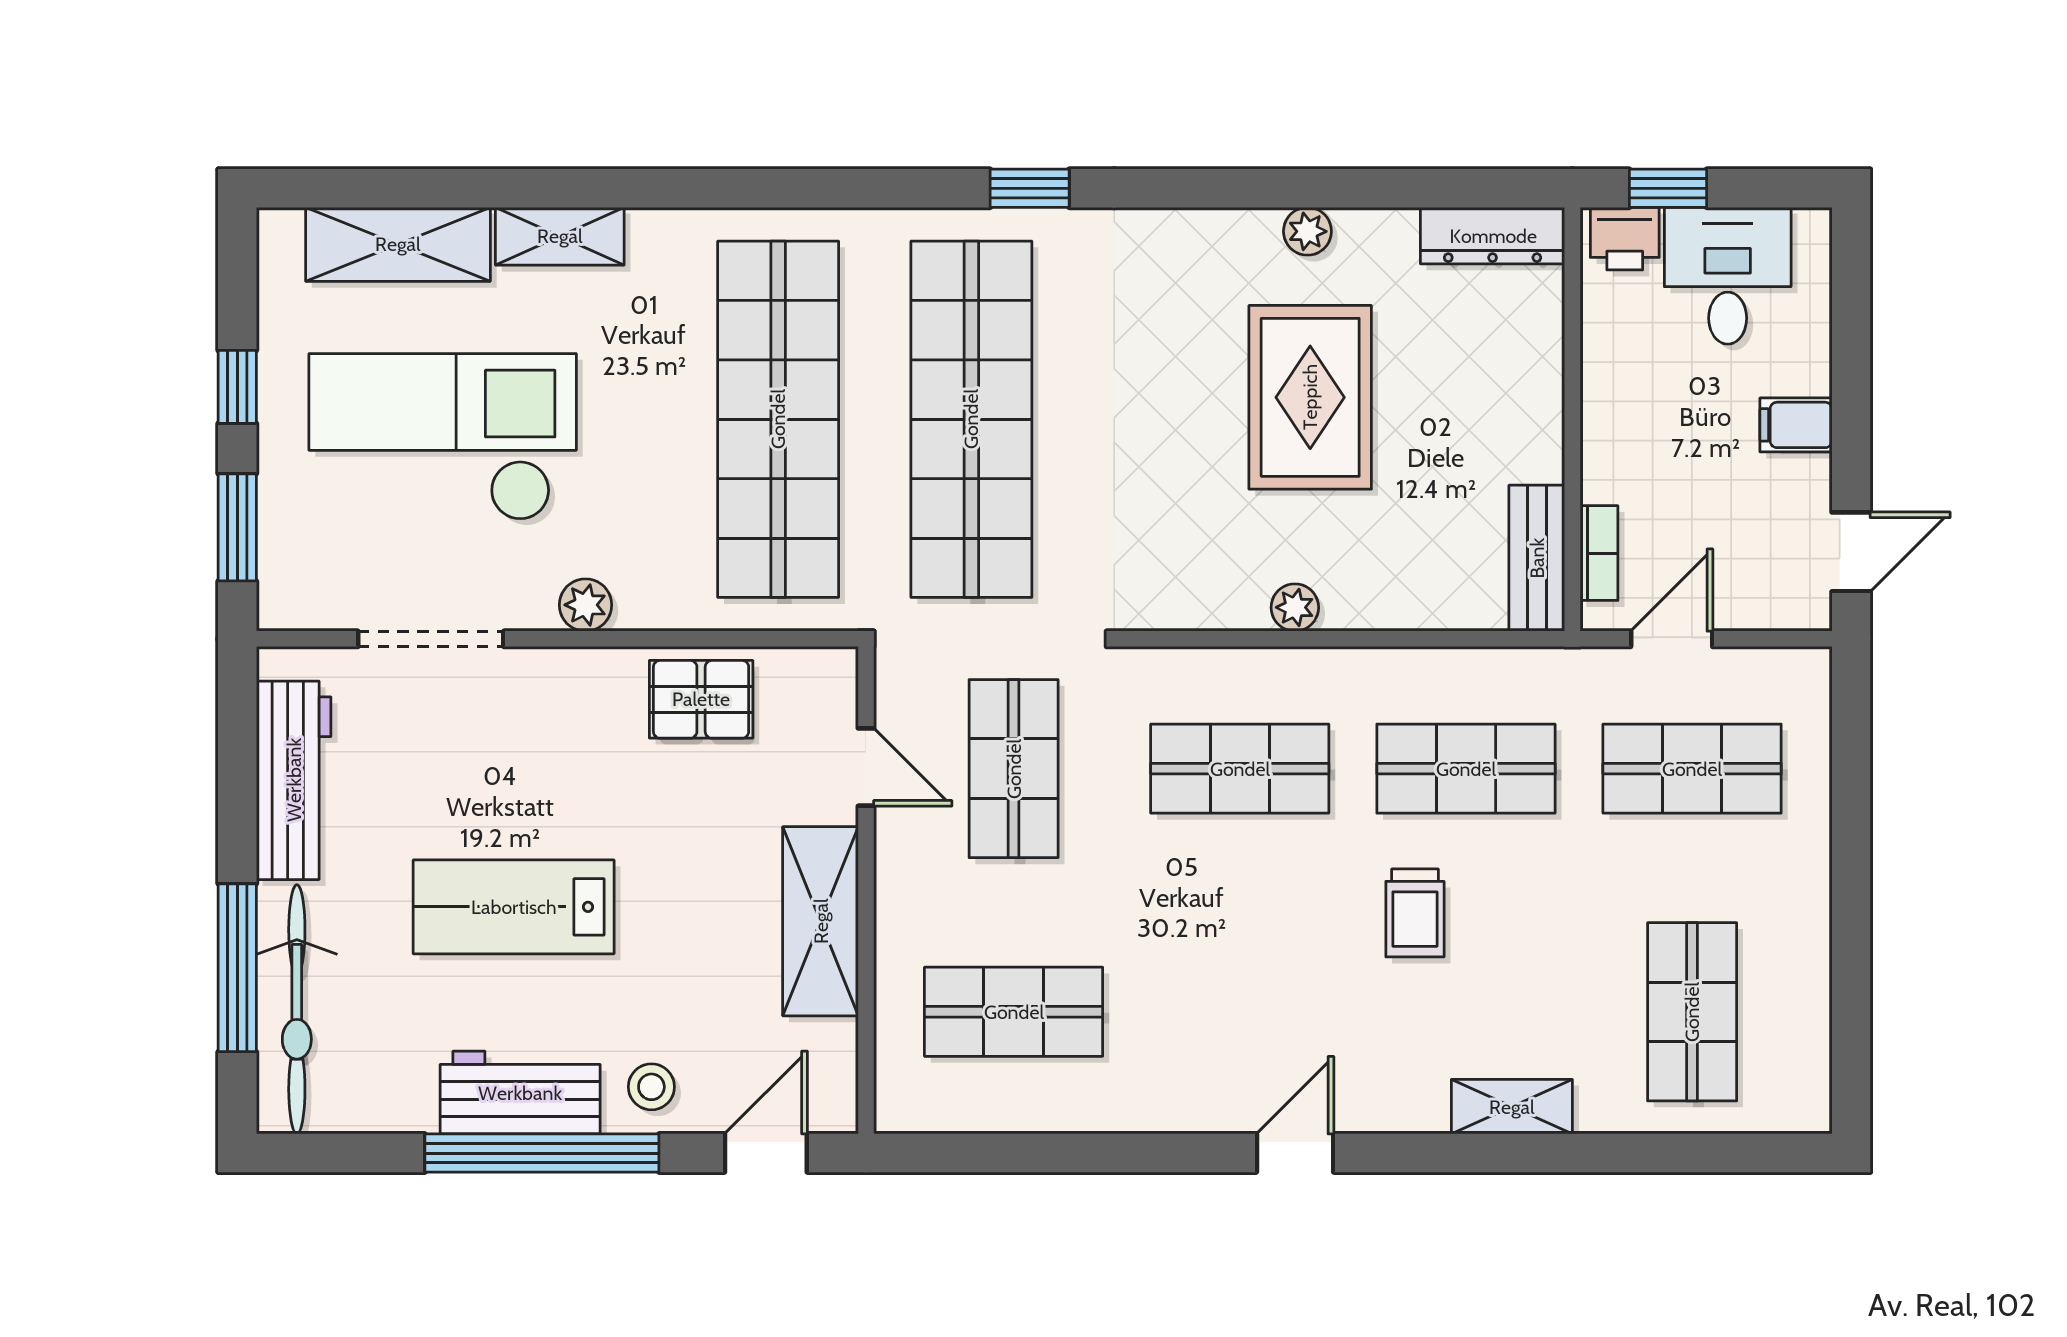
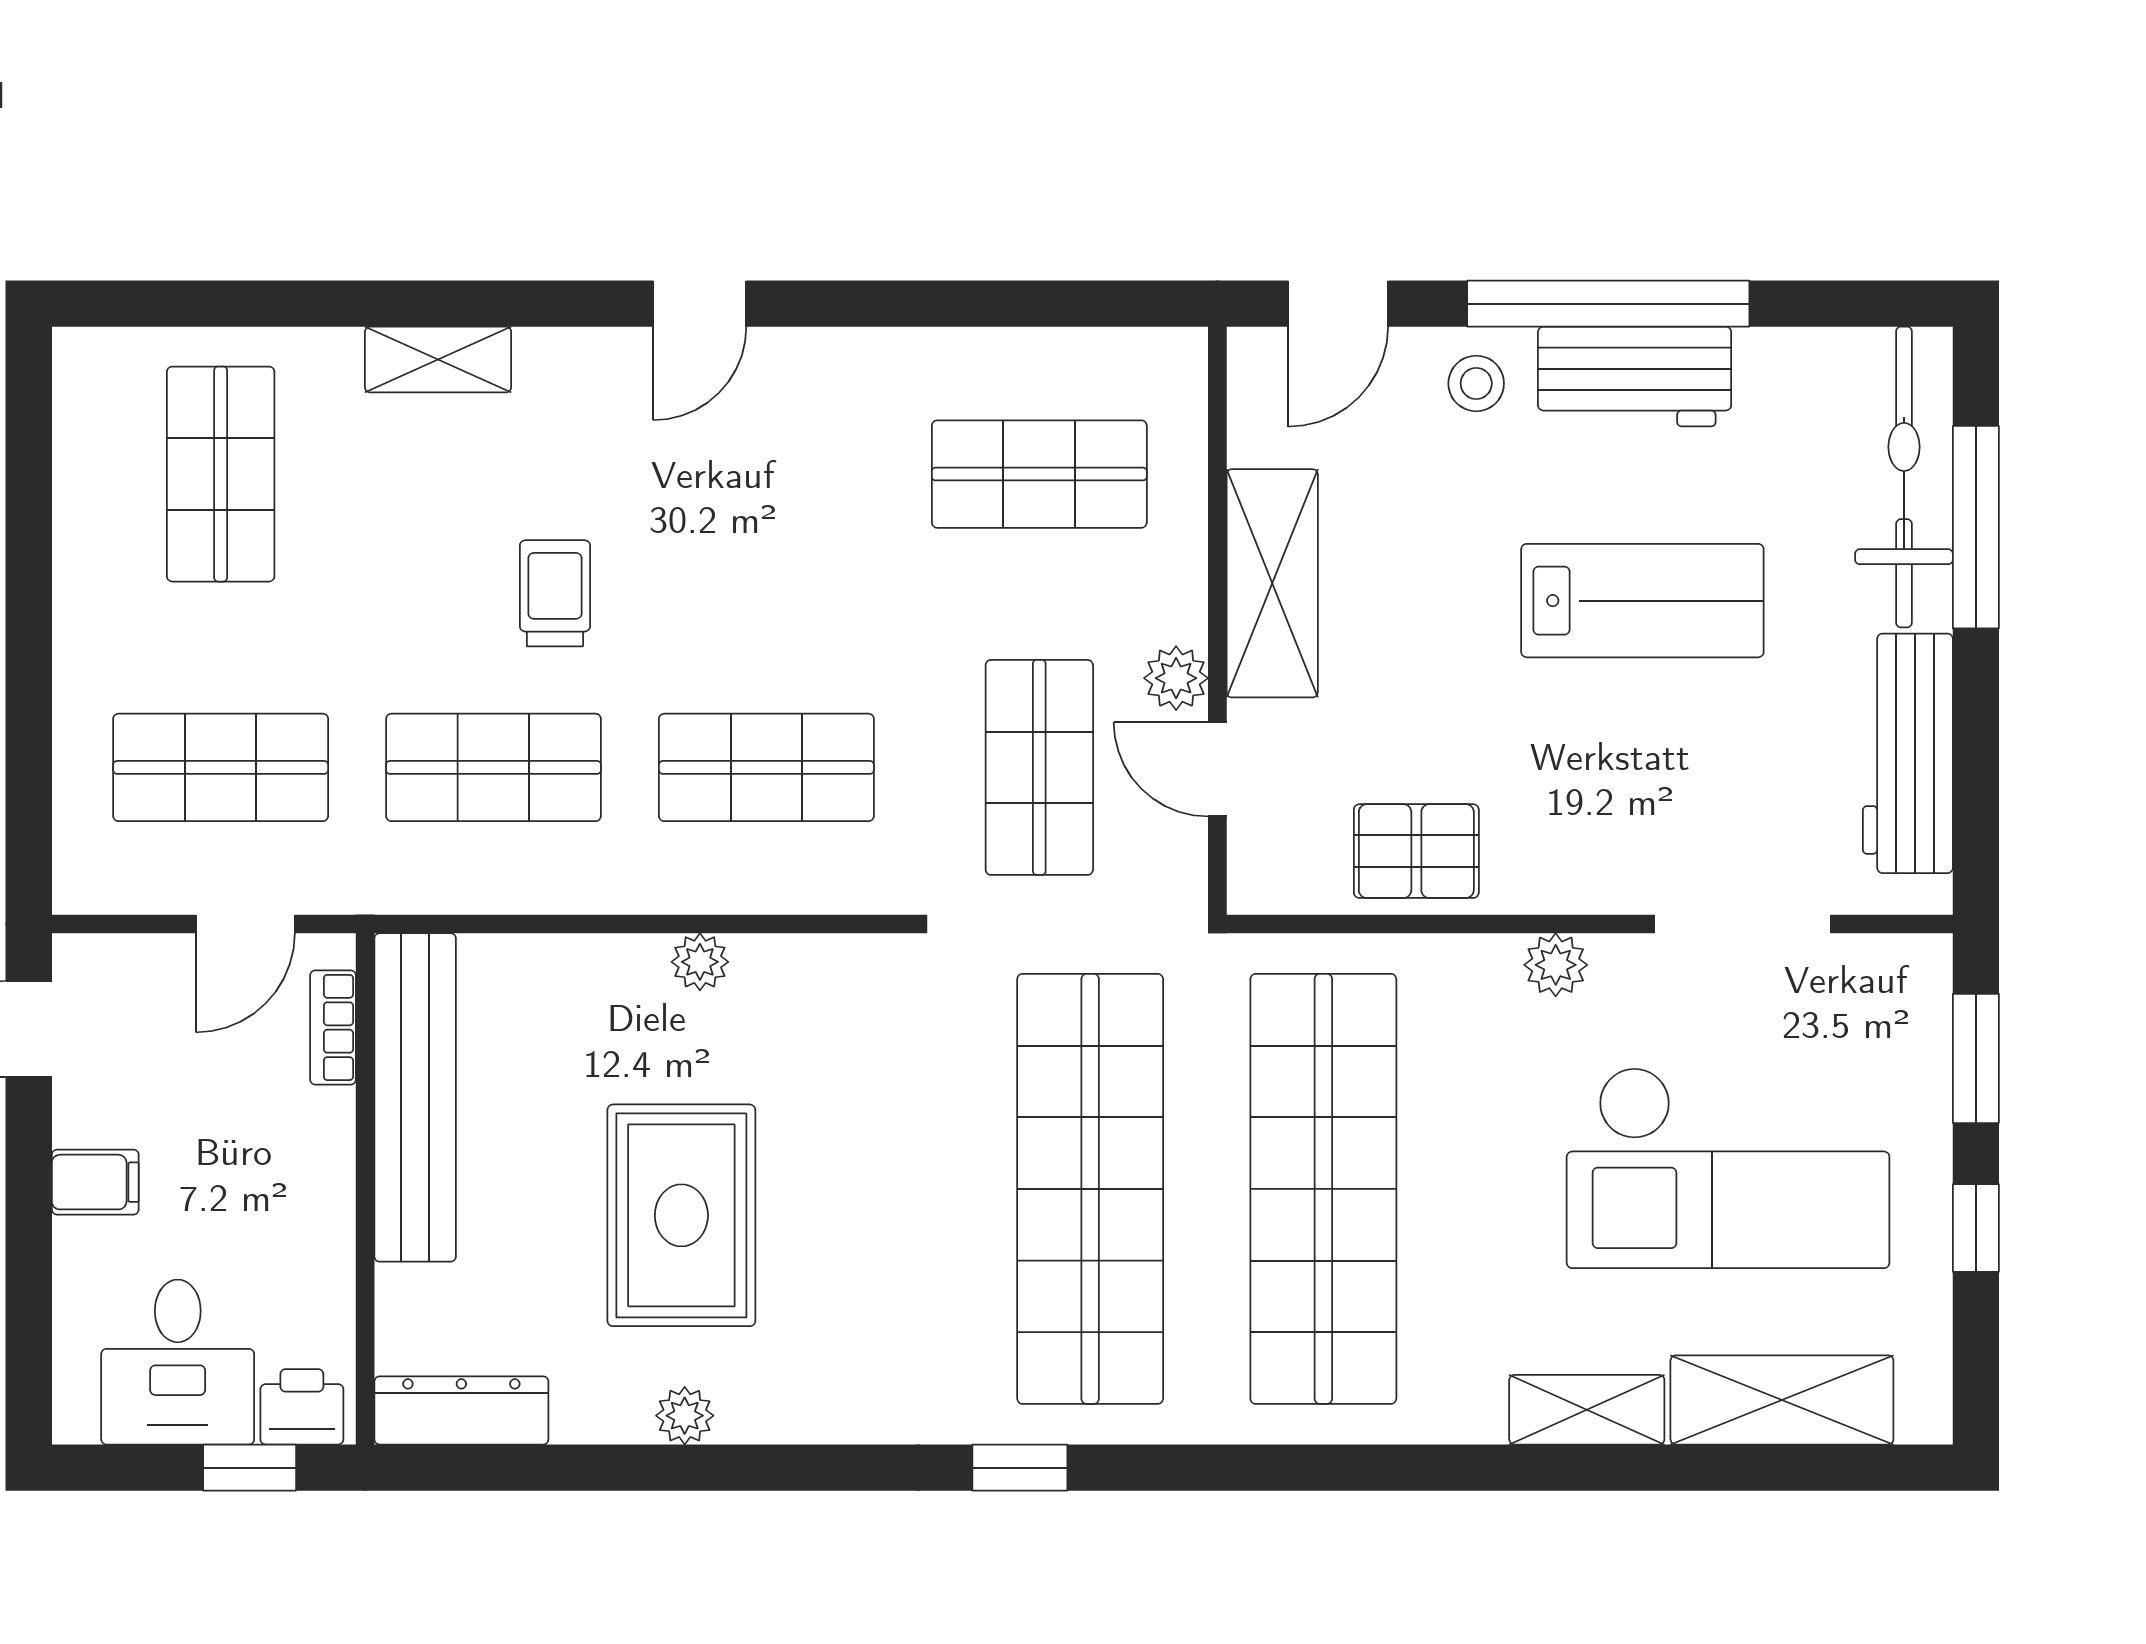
bench: (1537, 558) -> (415, 1097), width x1.86, depth x1.21
plant: (900, 843) -> (1176, 678), added

